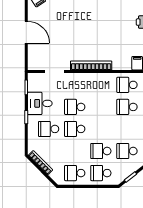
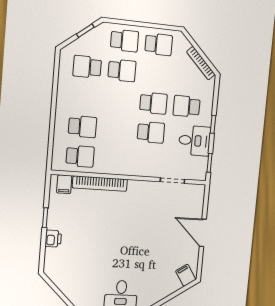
bookcase: (91, 65) -> (100, 184), moved
school desk: (49, 129) -> (187, 106), turned 180
school desk: (127, 151) -> (87, 67), turned 180

